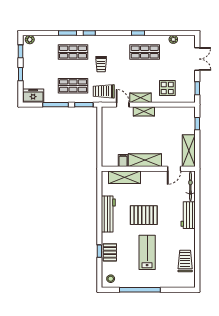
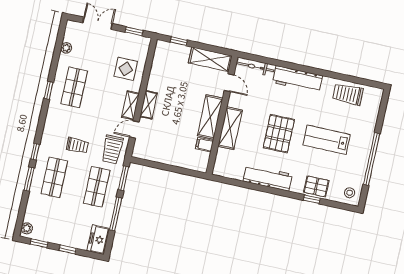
shelving: (124, 177) -> (230, 128), moved
workbench: (188, 215) -> (297, 79), width x1.37

